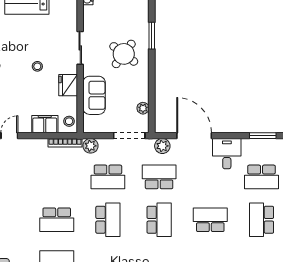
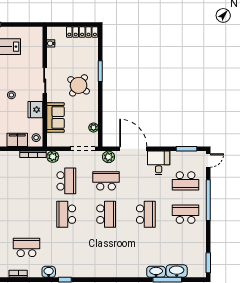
school desk: (108, 177) -> (66, 181), turned -90
school desk: (57, 220) -> (26, 214), removed
school desk: (108, 220) -> (66, 214), turned 180
school desk: (210, 220) -> (146, 214), turned 90
school desk: (262, 220) -> (186, 214), turned 90

